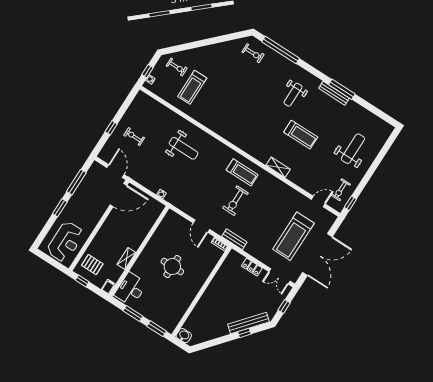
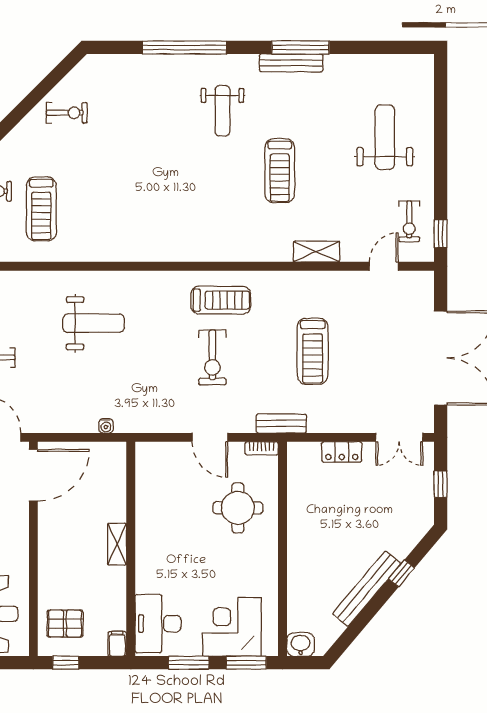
window: (281, 50) -> (184, 47), moved
exercise bike: (253, 53) -> (67, 113), moved
treadmill: (301, 135) -> (280, 171), turned 90
shelving: (278, 167) -> (317, 252), moved
exercise bike: (235, 201) -> (212, 357), moved
treadmill: (293, 236) -> (313, 351), moved, width x0.73, depth x0.73
shelving: (126, 258) -> (117, 544), moved
round table: (172, 267) -> (238, 508), moved
corner desk: (160, 310) -> (232, 627), added
bench: (249, 323) -> (367, 589), moved

